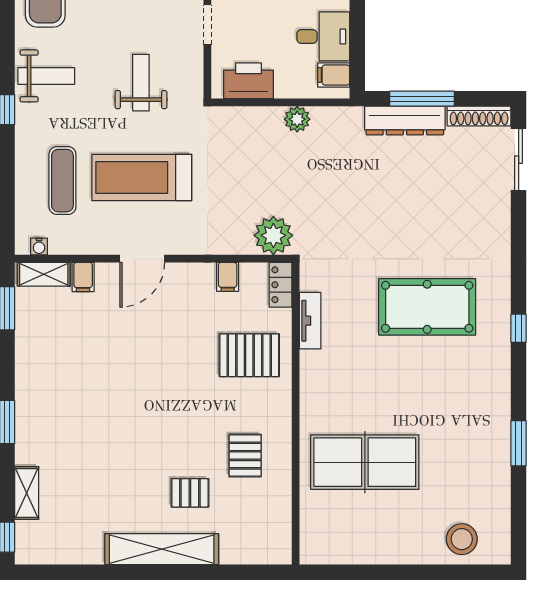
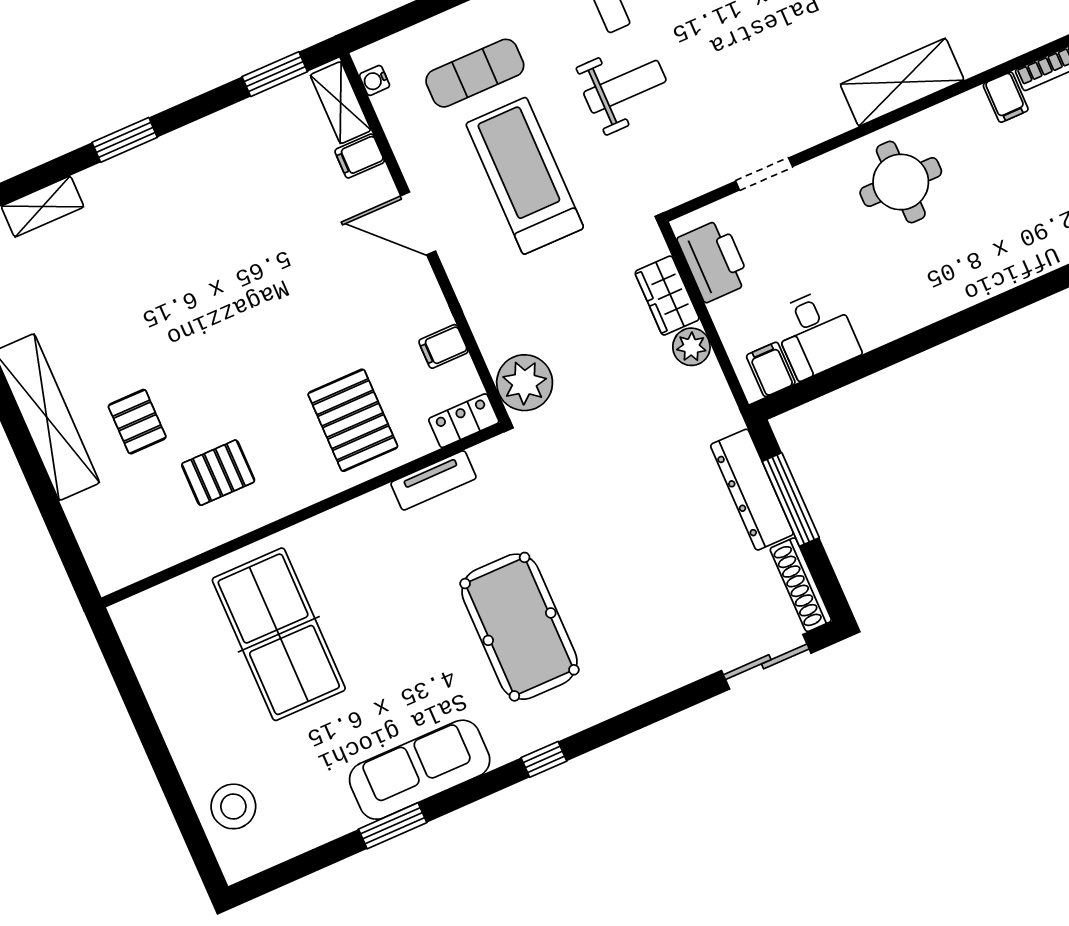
weight bench: (141, 83) -> (625, 87), moved
wardrobe: (258, 120) -> (667, 296), added
sofa: (490, 410) -> (420, 770), added

